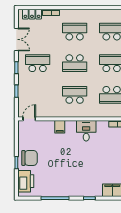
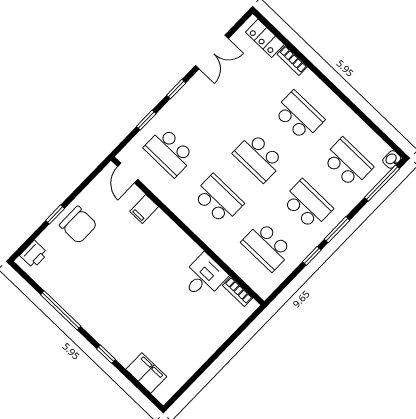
school desk: (38, 63) -> (169, 152), moved, turned 180
door: (29, 119) -> (128, 173), swing flipped
filing cabinet: (60, 127) -> (144, 209), moved
desk: (86, 131) -> (204, 277), moved
printer: (26, 181) -> (34, 254), width x0.53, depth x0.68

